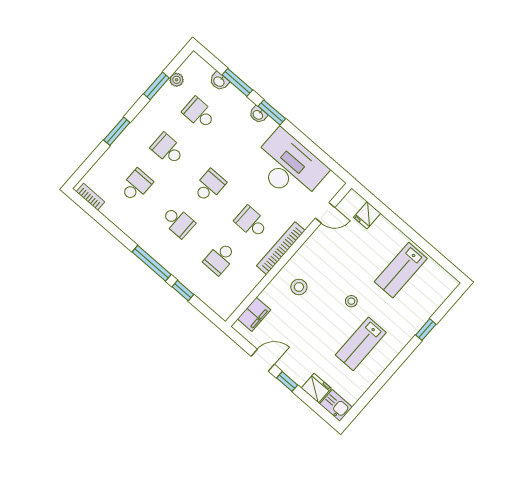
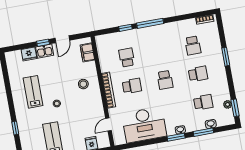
window: (156, 86) -> (235, 108), moved
school desk: (178, 222) -> (160, 51), removed
kitchen sink: (336, 406) -> (45, 51), moved

